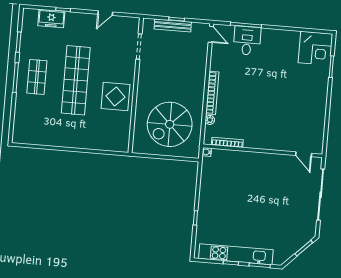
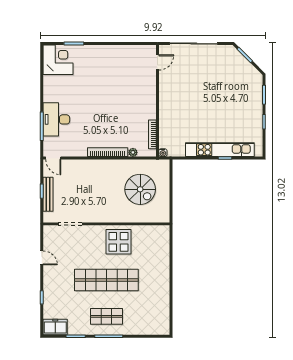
freezer: (51, 18) -> (55, 327), moved, turned -90
door: (211, 34) -> (53, 158), swing flipped
desk: (247, 41) -> (56, 119), width x1.37
spiral stairs: (170, 124) -> (140, 189), width x0.73, depth x0.73
kitchen unit: (236, 254) -> (220, 150), moved, turned 90

